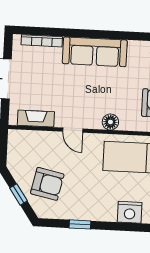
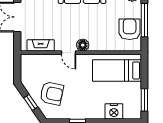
floor lamp: (110, 122) -> (83, 45), moved

